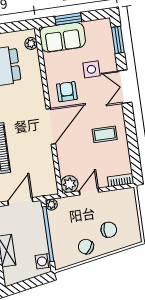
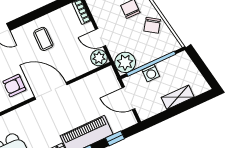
plant: (51, 204) -> (125, 62), width x1.88, depth x1.88
washing machine: (43, 261) -> (151, 73), moved

